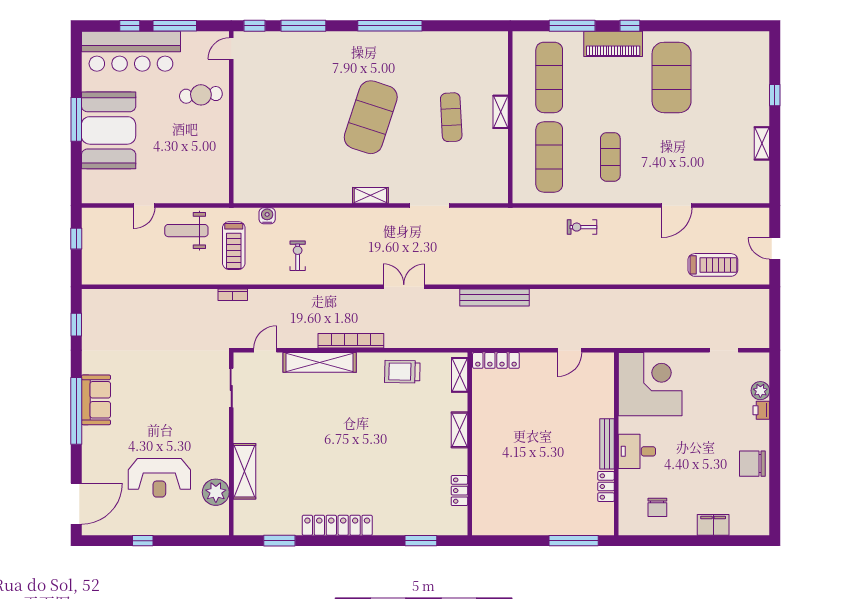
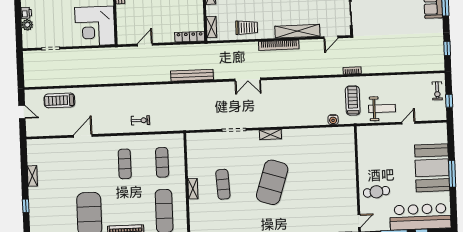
exercise mat: (549, 157) -> (162, 162), width x0.73, depth x0.69
exercise bike: (298, 256) -> (437, 91), moved

